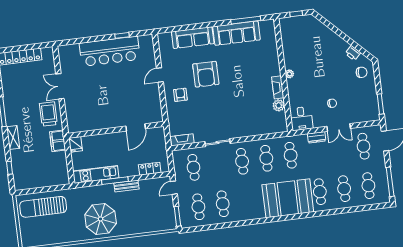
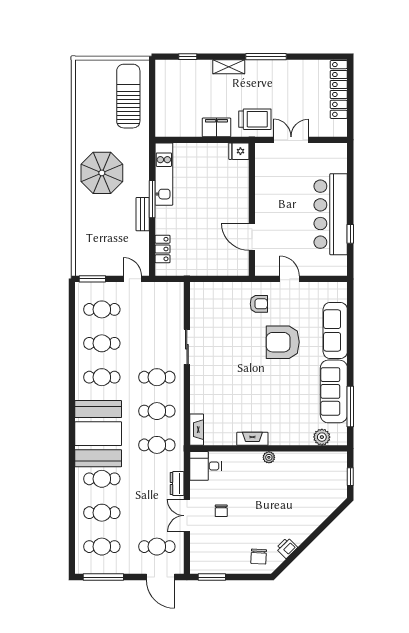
plant: (279, 105) -> (322, 437), moved
door: (136, 127) -> (252, 237), moved
wall: (116, 130) -> (252, 209), moved
fireplace: (182, 140) -> (197, 430), moved
fridge: (75, 144) -> (239, 151), moved
cafe table: (194, 167) -> (102, 377), moved

